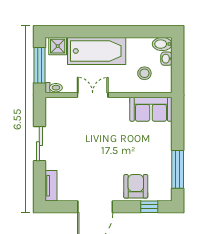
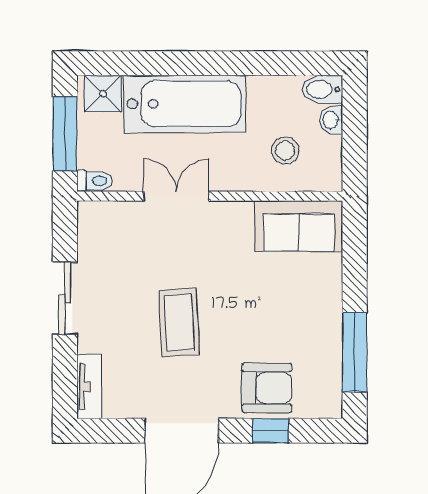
coffee table: (94, 155) -> (179, 322), added
armchair: (136, 186) -> (267, 388), turned 90
window: (149, 207) -> (270, 431), moved

